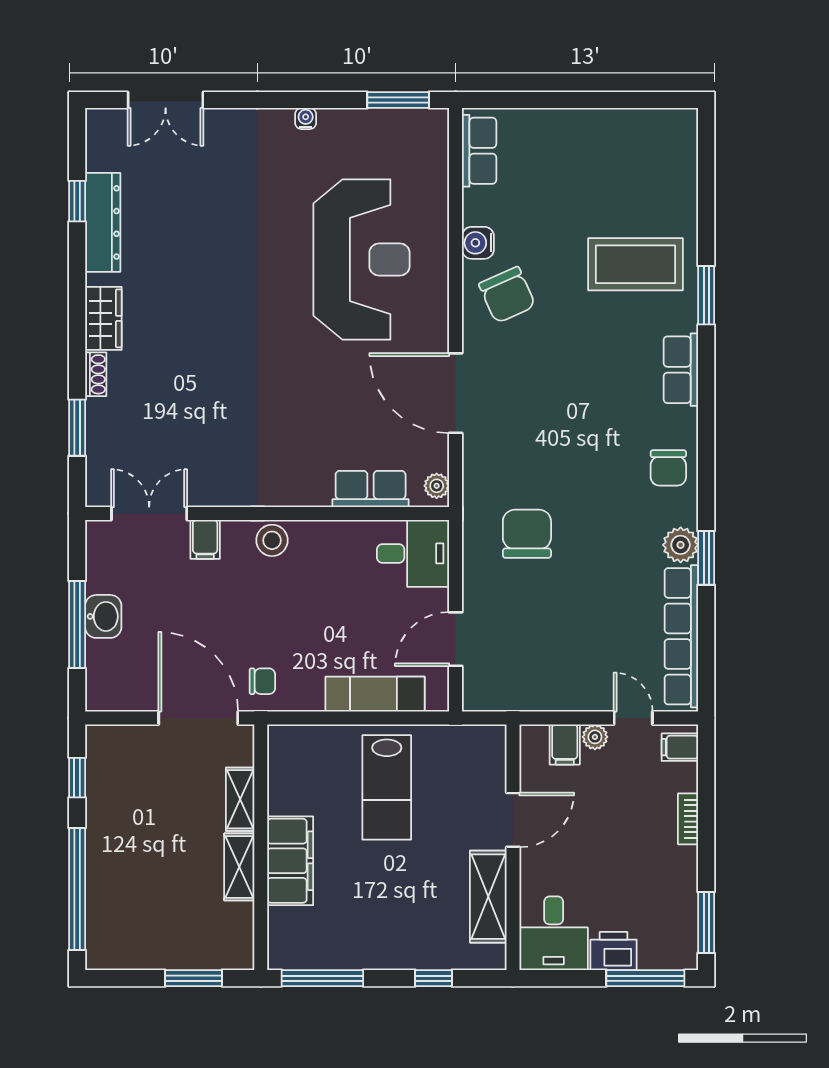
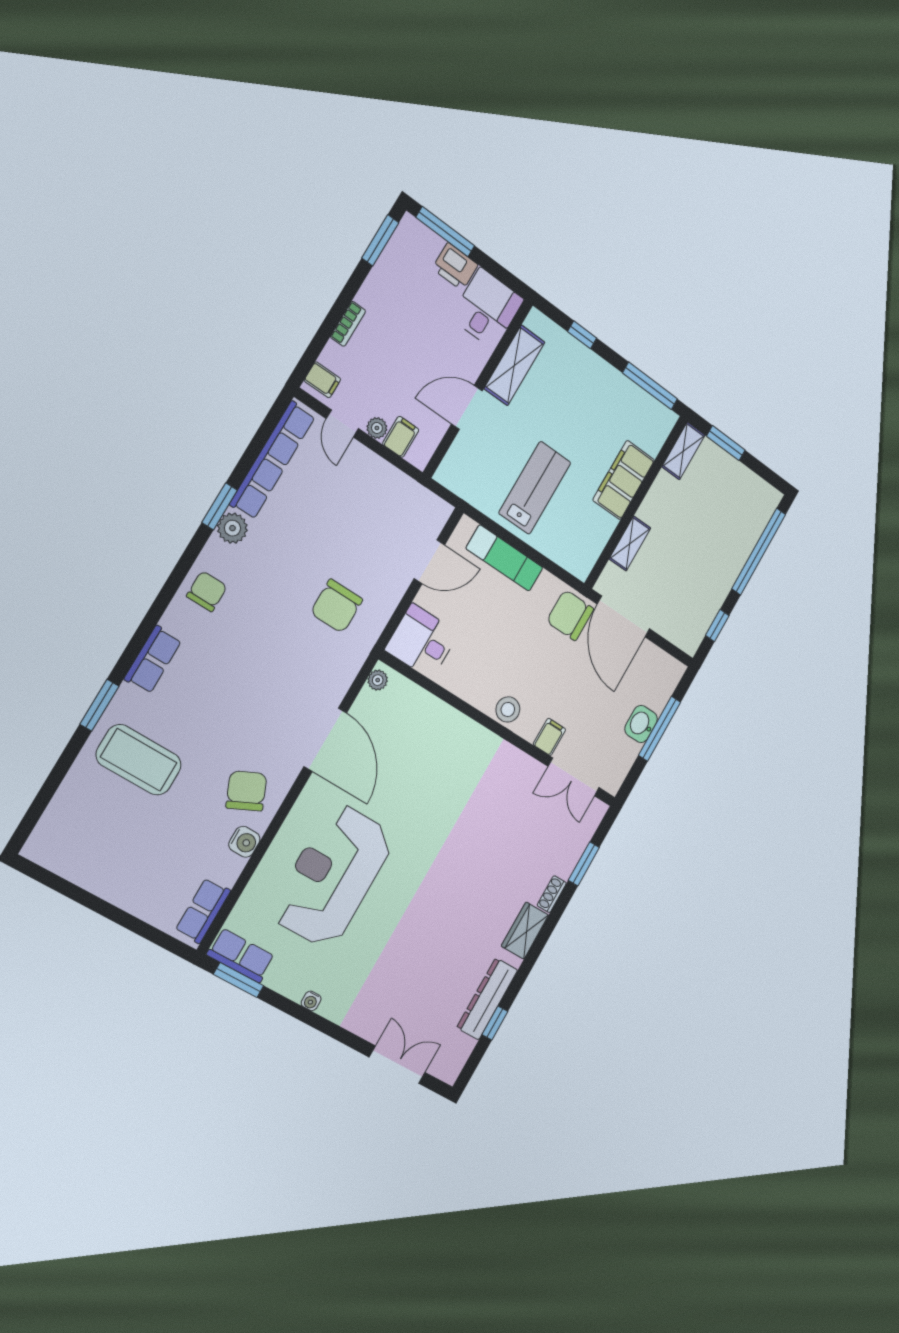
row of seats: (371, 489) -> (241, 956), moved, turned 180
chair: (262, 681) -> (570, 615), width x1.87, depth x1.87
shelving: (239, 867) -> (683, 451), moved

